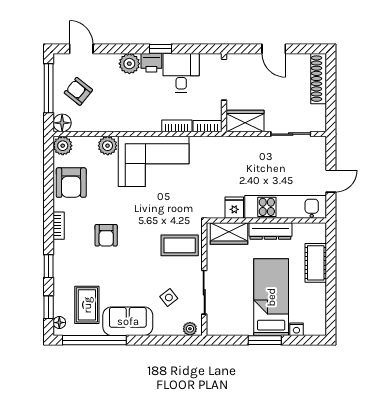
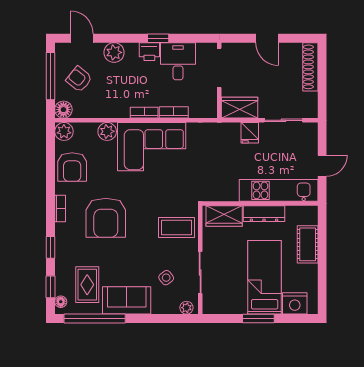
plant: (129, 64) -> (114, 52), moved
bookcase: (208, 126) -> (144, 113), moved
fridge: (234, 208) -> (250, 133), moved, turned 180
armchair: (106, 235) -> (106, 218), width x1.88, depth x1.88
nightstand: (296, 329) -> (295, 303), width x1.89, depth x1.79

